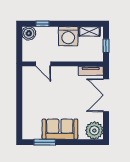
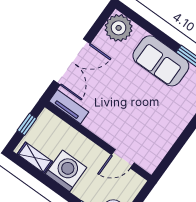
door: (43, 64) -> (123, 159), swing flipped

